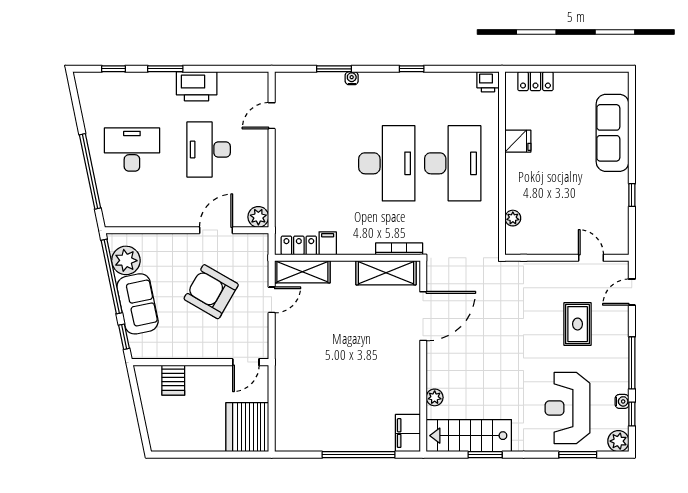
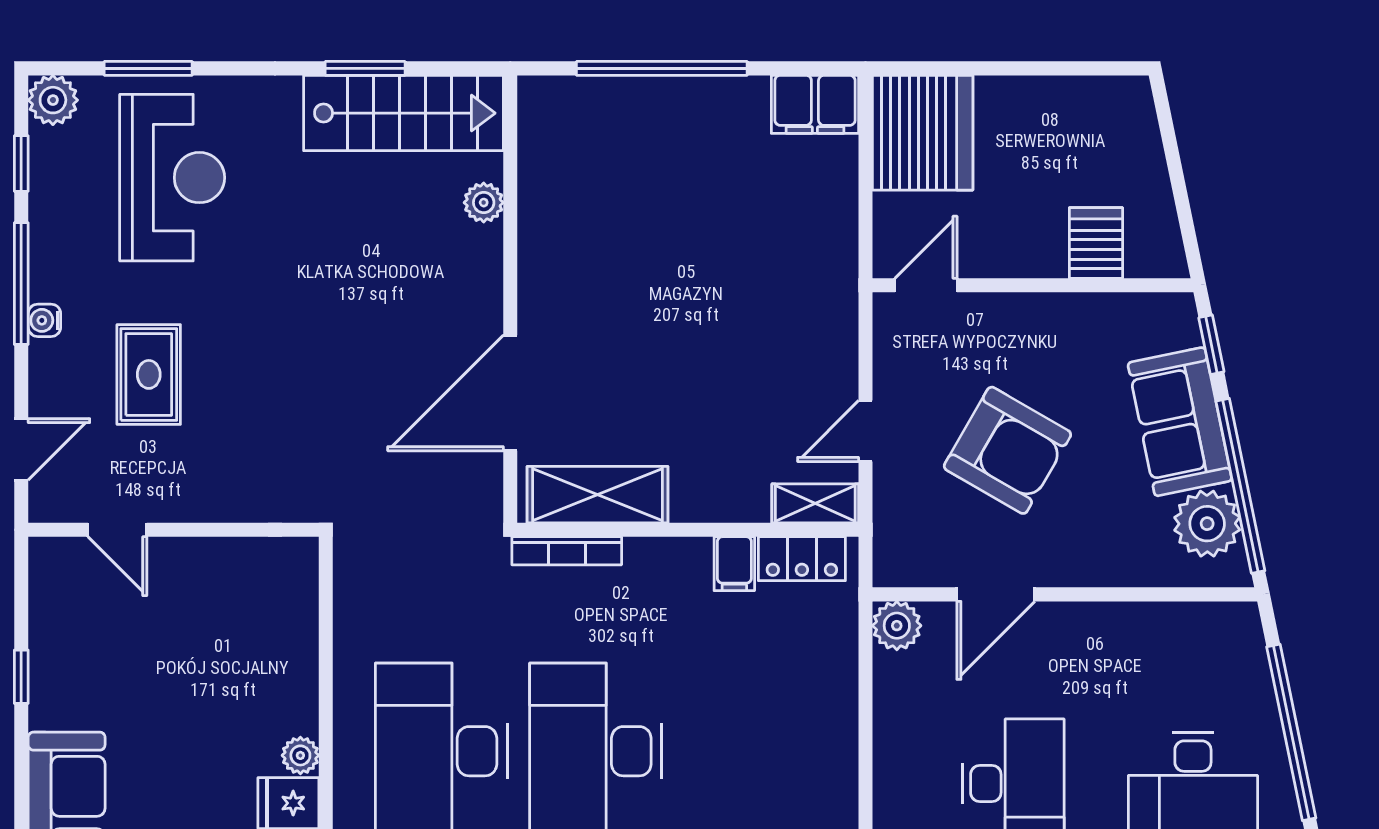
plant: (513, 218) -> (300, 755), moved
shelving: (302, 272) -> (815, 503), width x0.67, depth x0.75
water cooler: (622, 401) -> (44, 320), moved
filing cabinet: (408, 433) -> (815, 104), moved, turned 90

